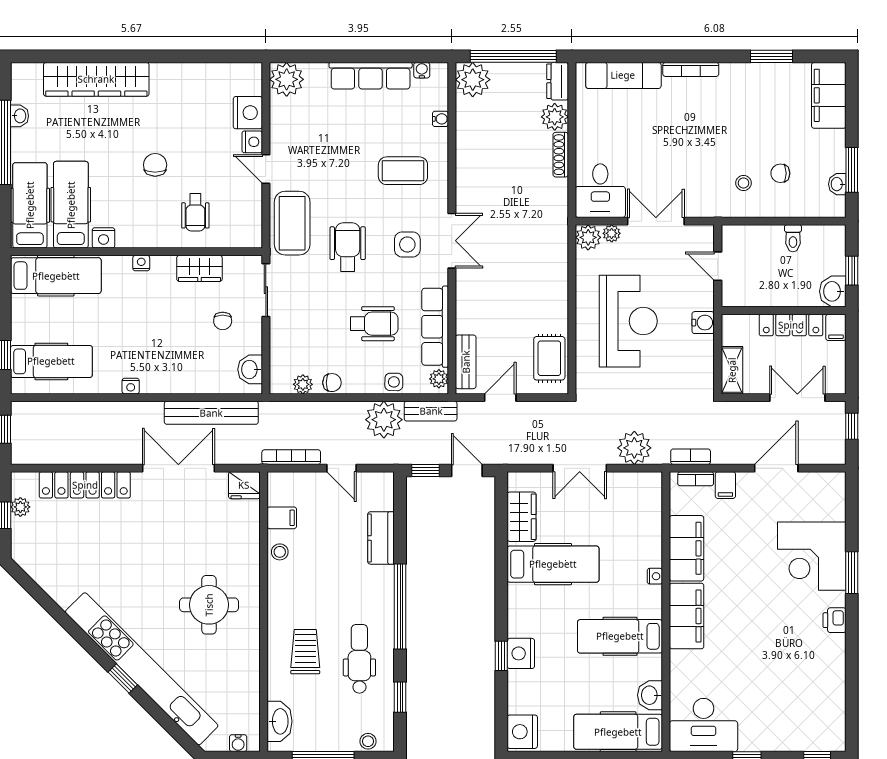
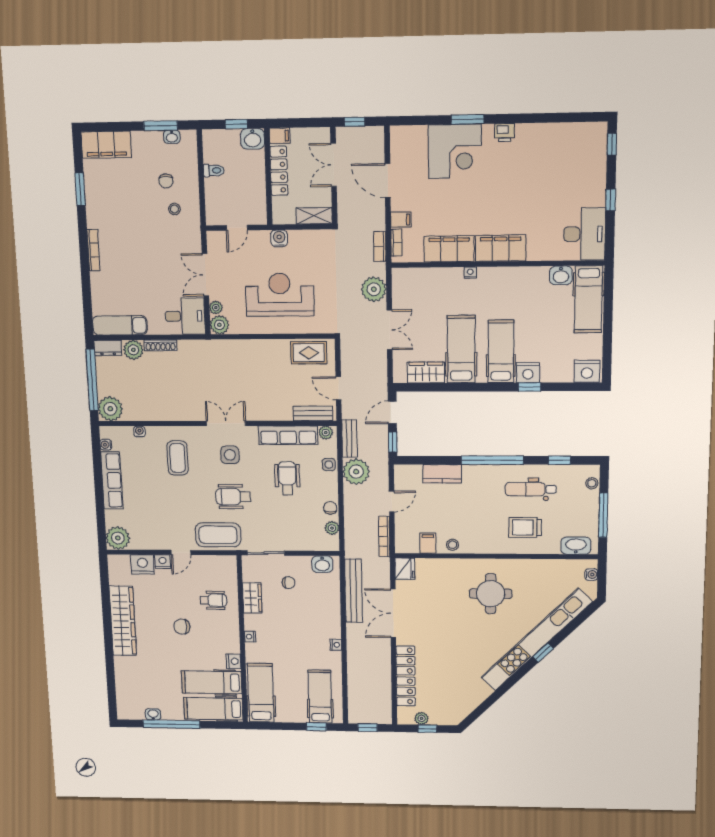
exam couch: (623, 75) -> (120, 325), moved, turned -90
wardrobe: (96, 79) -> (123, 621), moved
hospital bed: (620, 636) -> (501, 351), moved, turned 180

